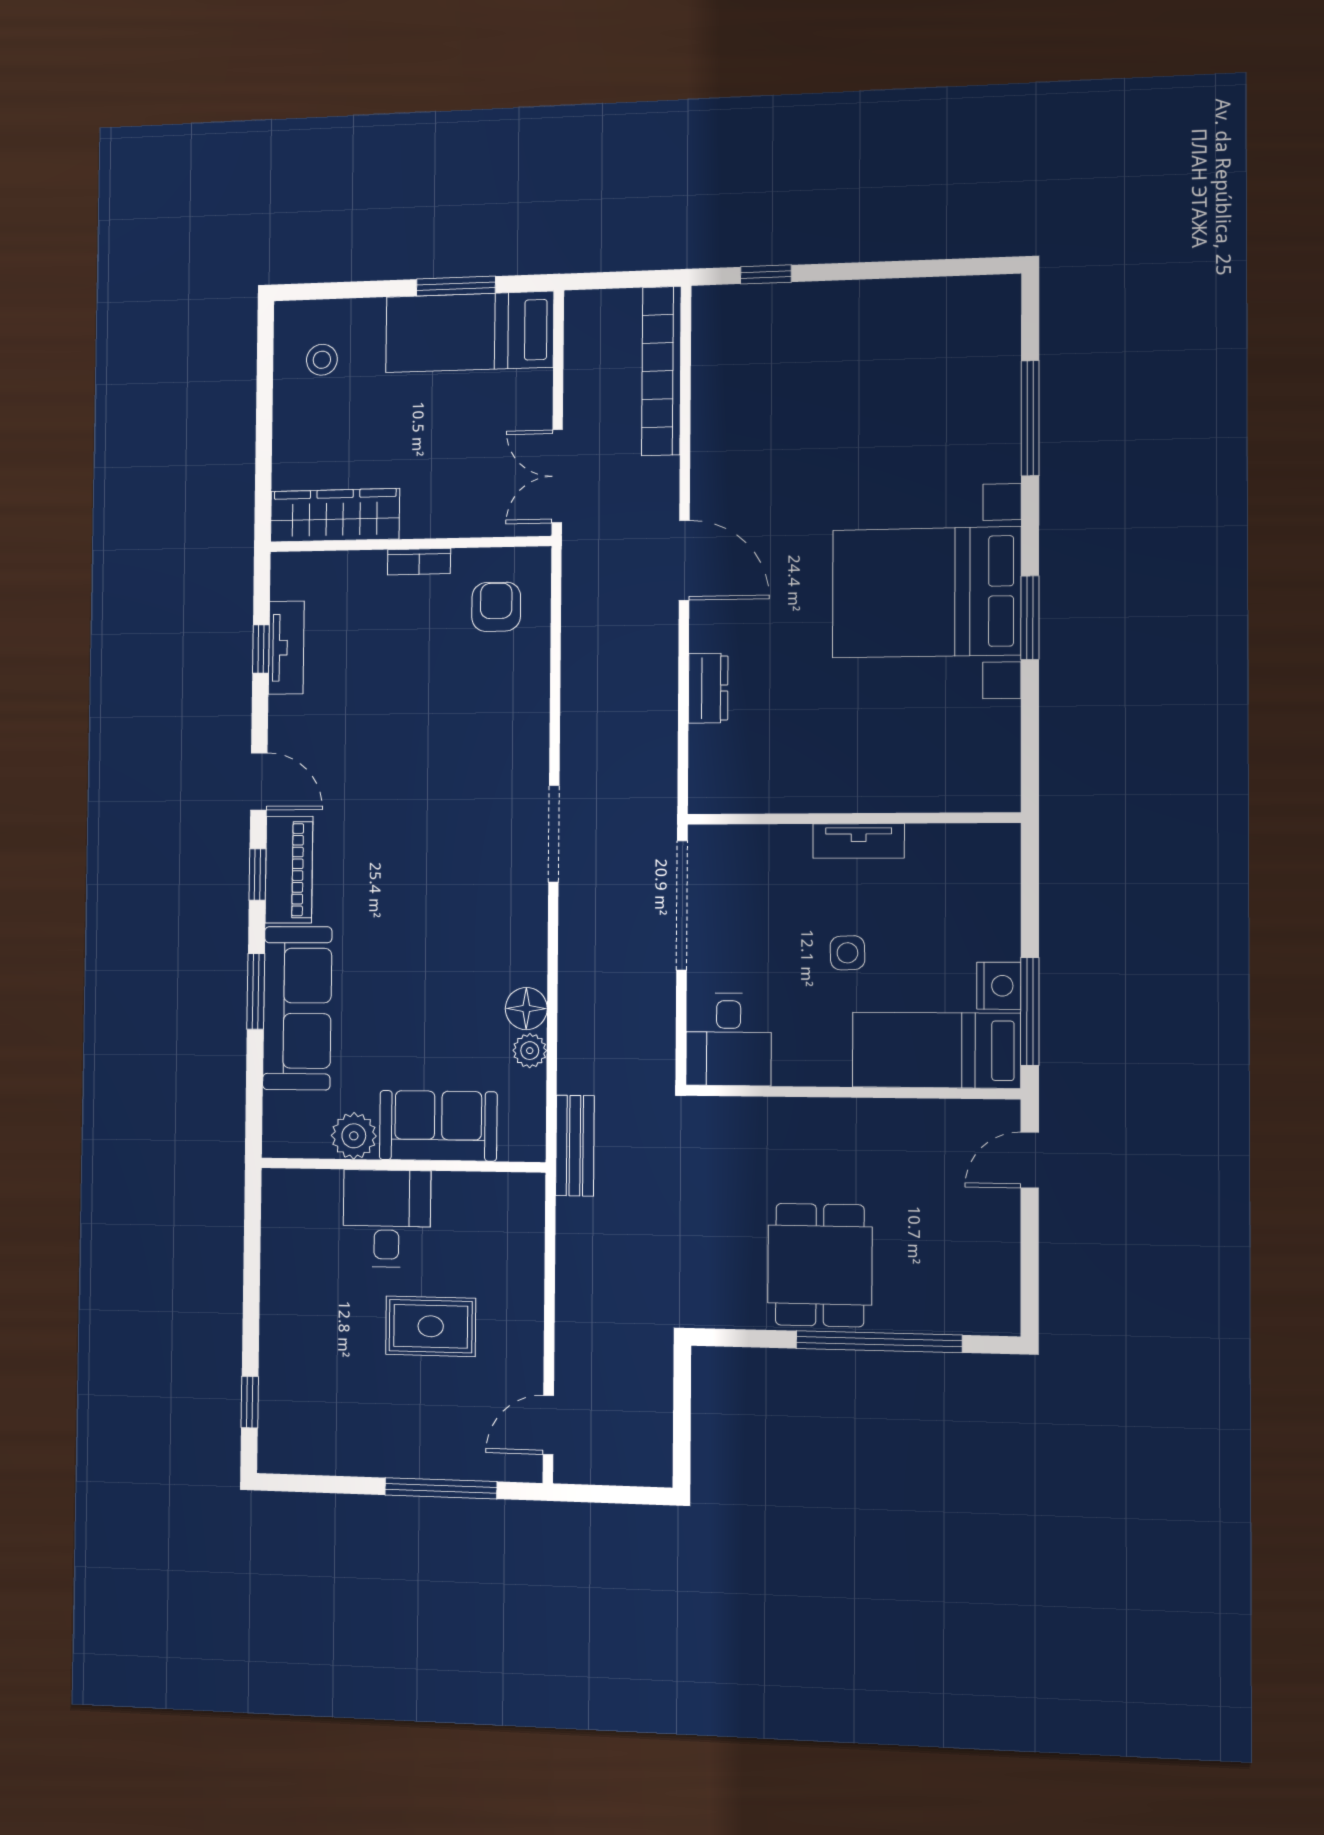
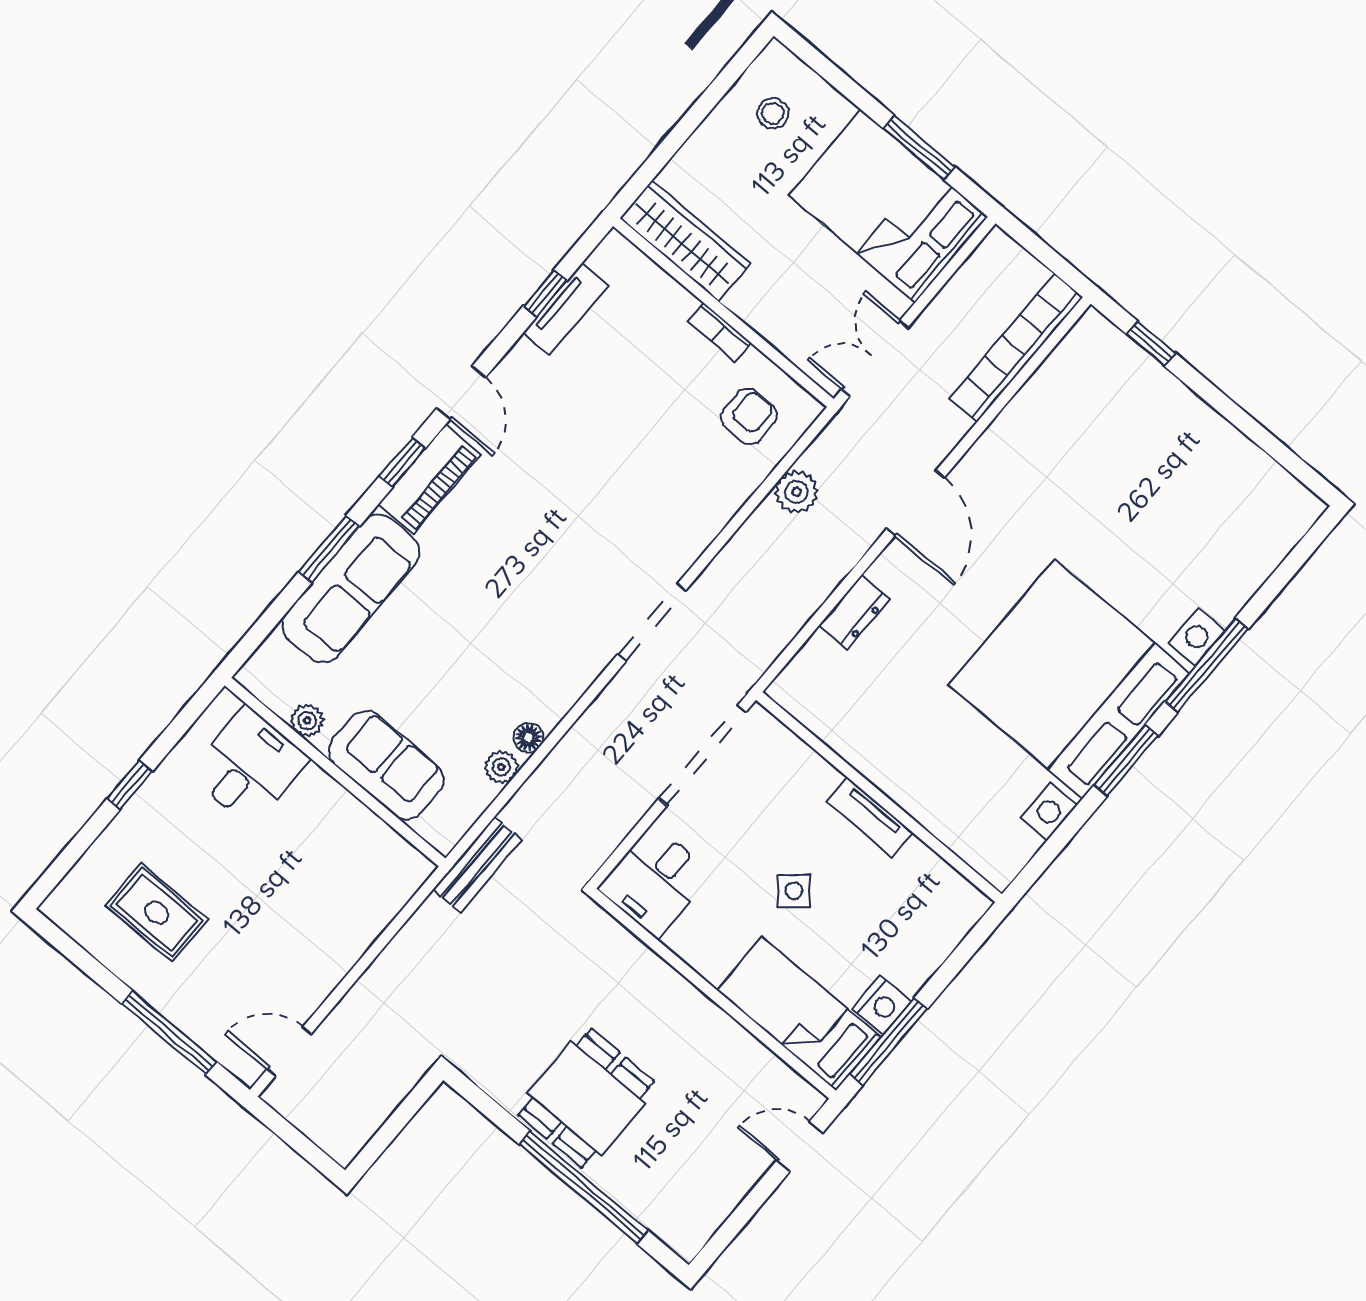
bed: (470, 332) -> (888, 206), width x1.50
window: (1030, 418) -> (1206, 665), moved
bed with nightstands: (926, 592) -> (1069, 679), width x1.36
plant: (583, 633) -> (796, 492), added
side table: (847, 953) -> (794, 891), turned -38
floor lamp: (526, 1009) -> (528, 738), width x0.73, depth x0.73
plant: (354, 1136) -> (307, 721), width x0.73, depth x0.73
desk: (387, 1218) -> (249, 766), moved
rug: (431, 1326) -> (157, 913), moved
window: (250, 1402) -> (130, 785), moved

